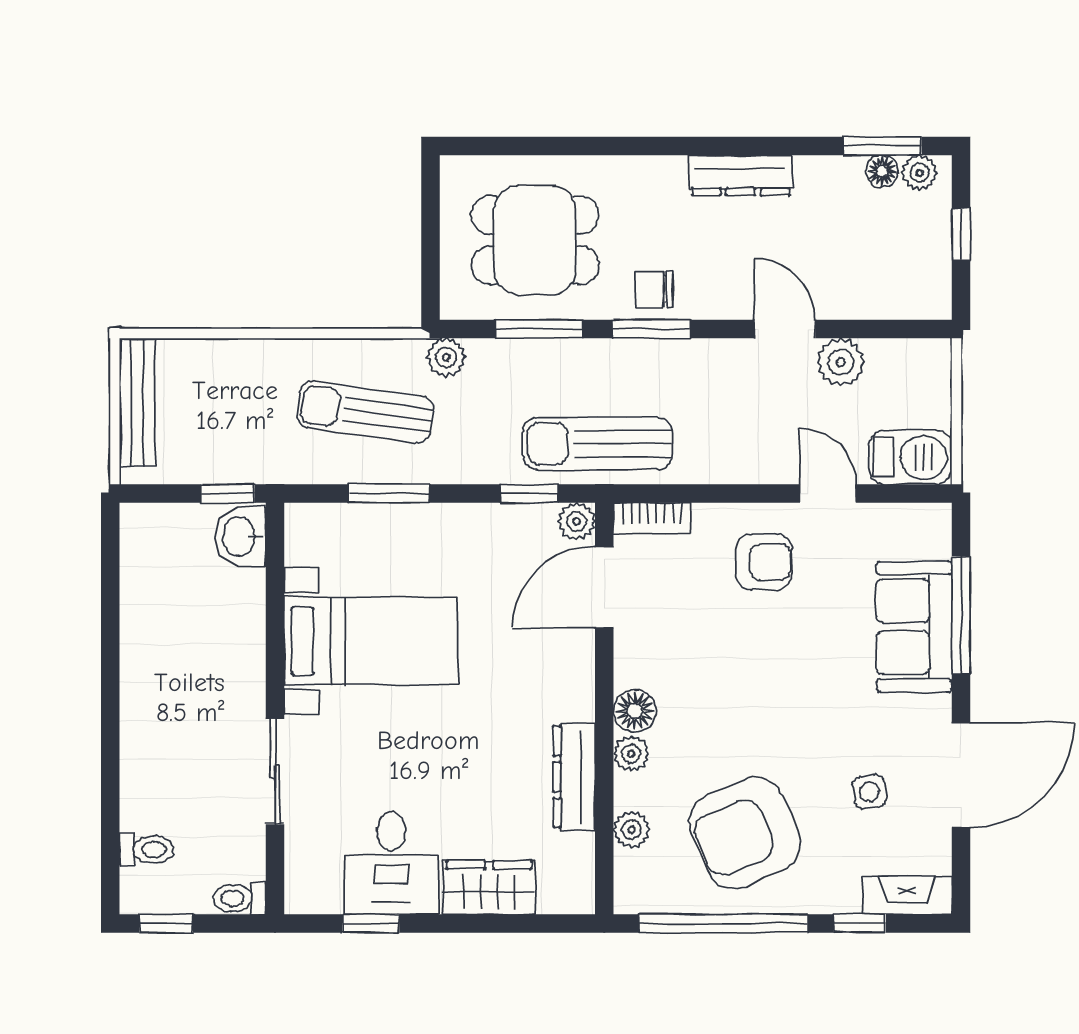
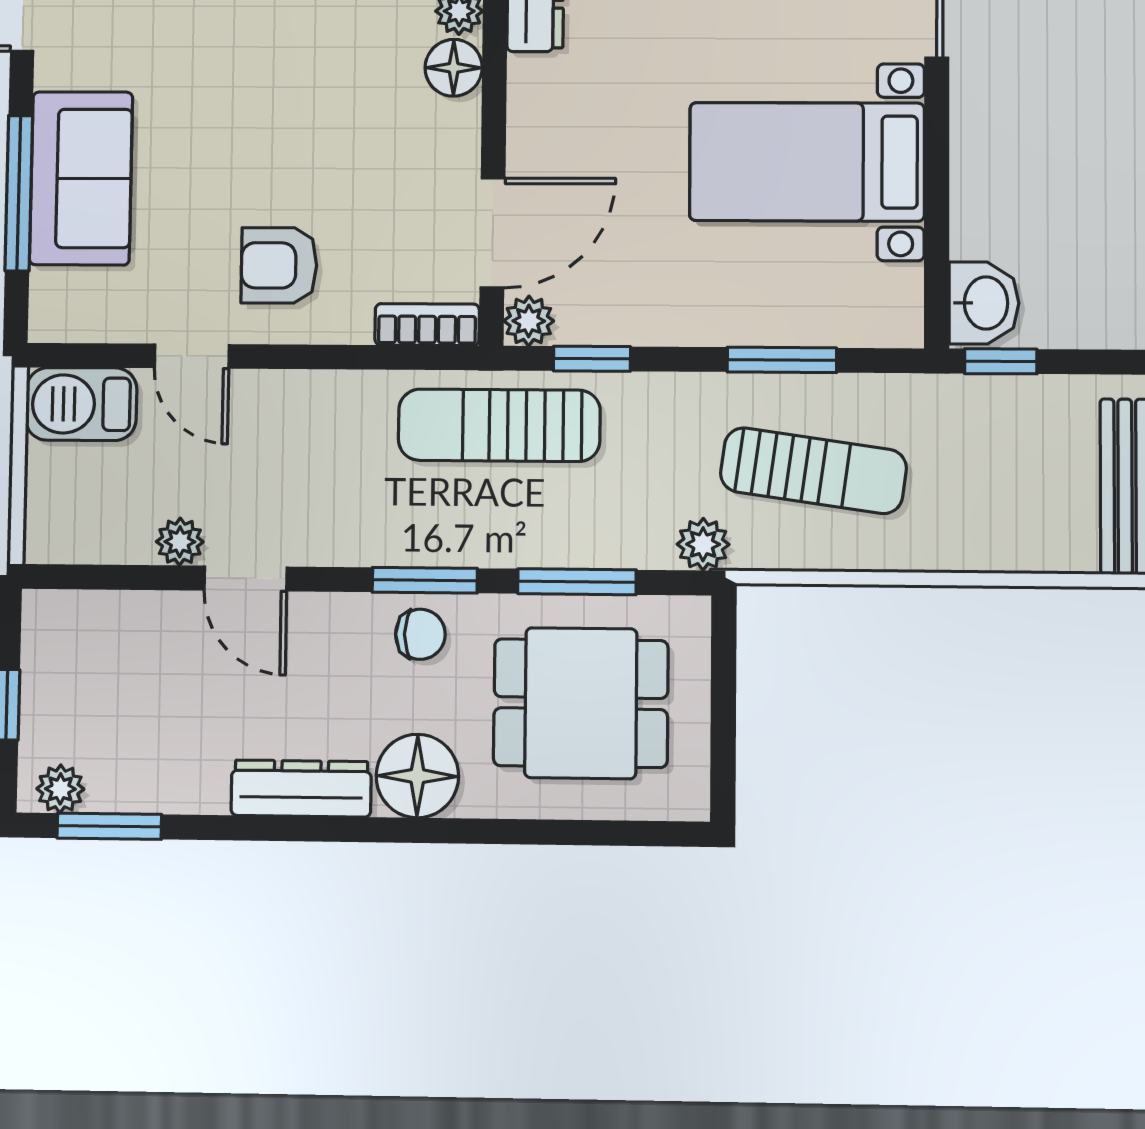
floor lamp: (882, 171) -> (417, 776), moved, width x1.89, depth x1.89
plant: (841, 362) -> (180, 542), width x0.73, depth x0.73
sun lounger: (598, 444) -> (499, 425), turned 180

